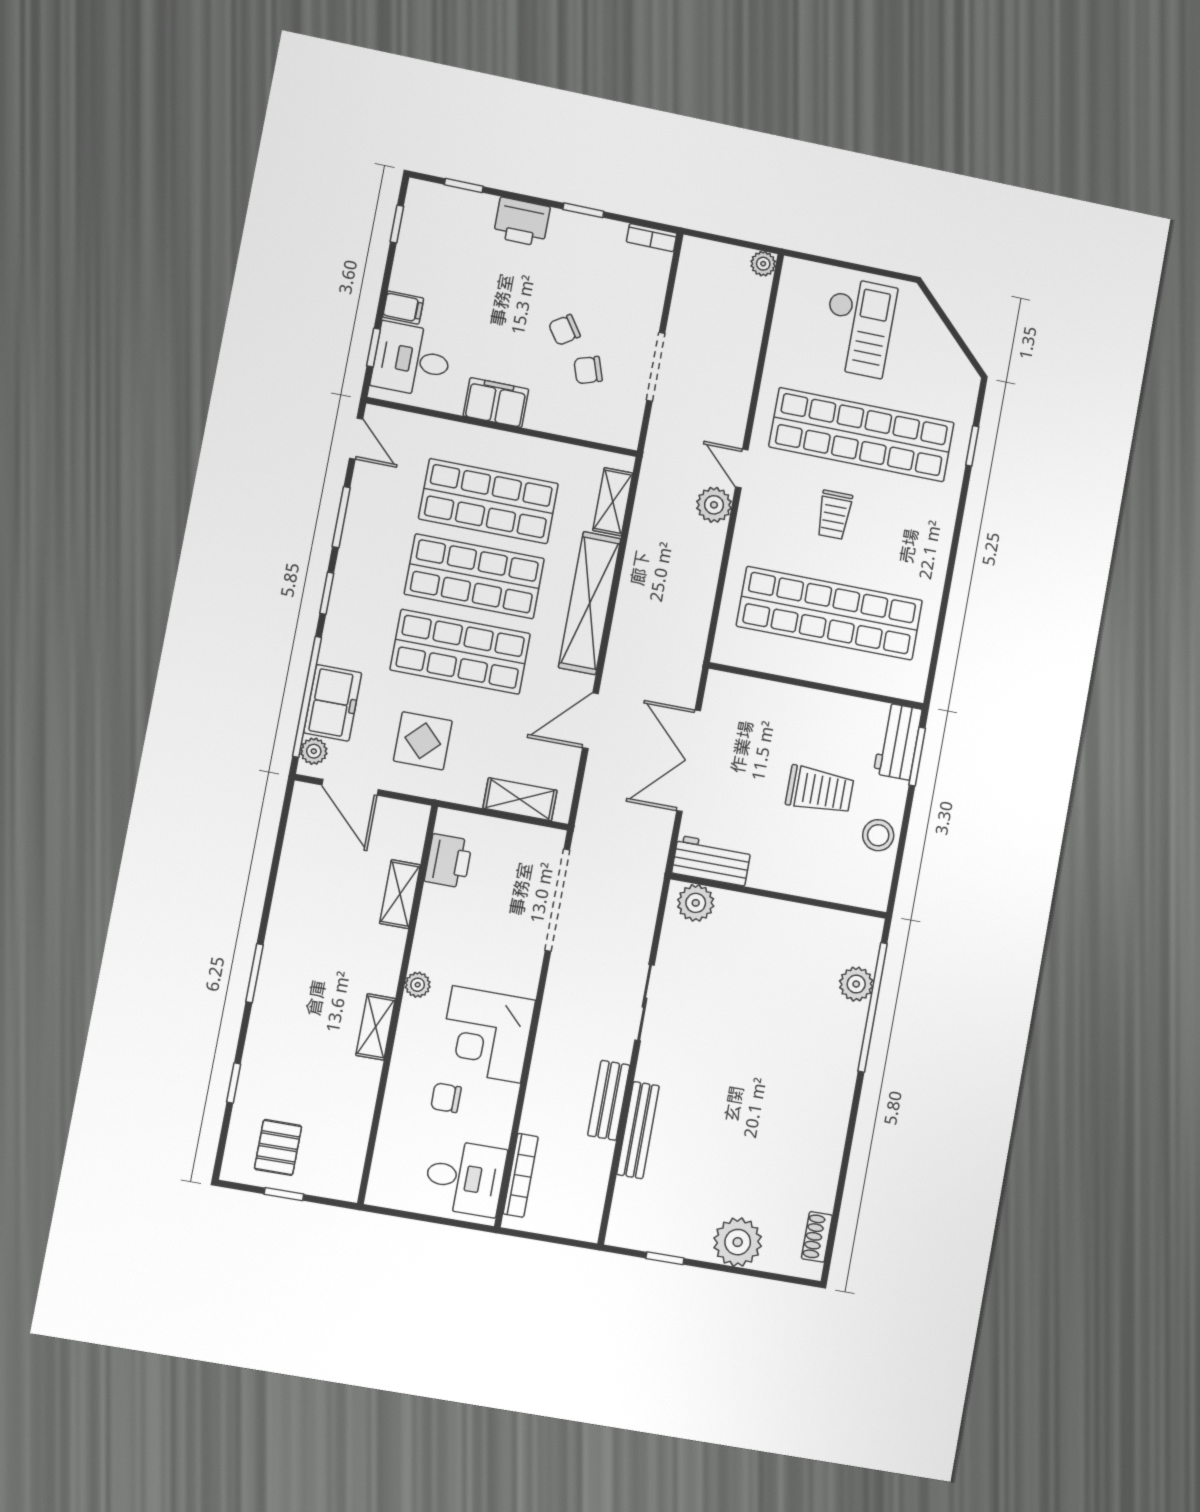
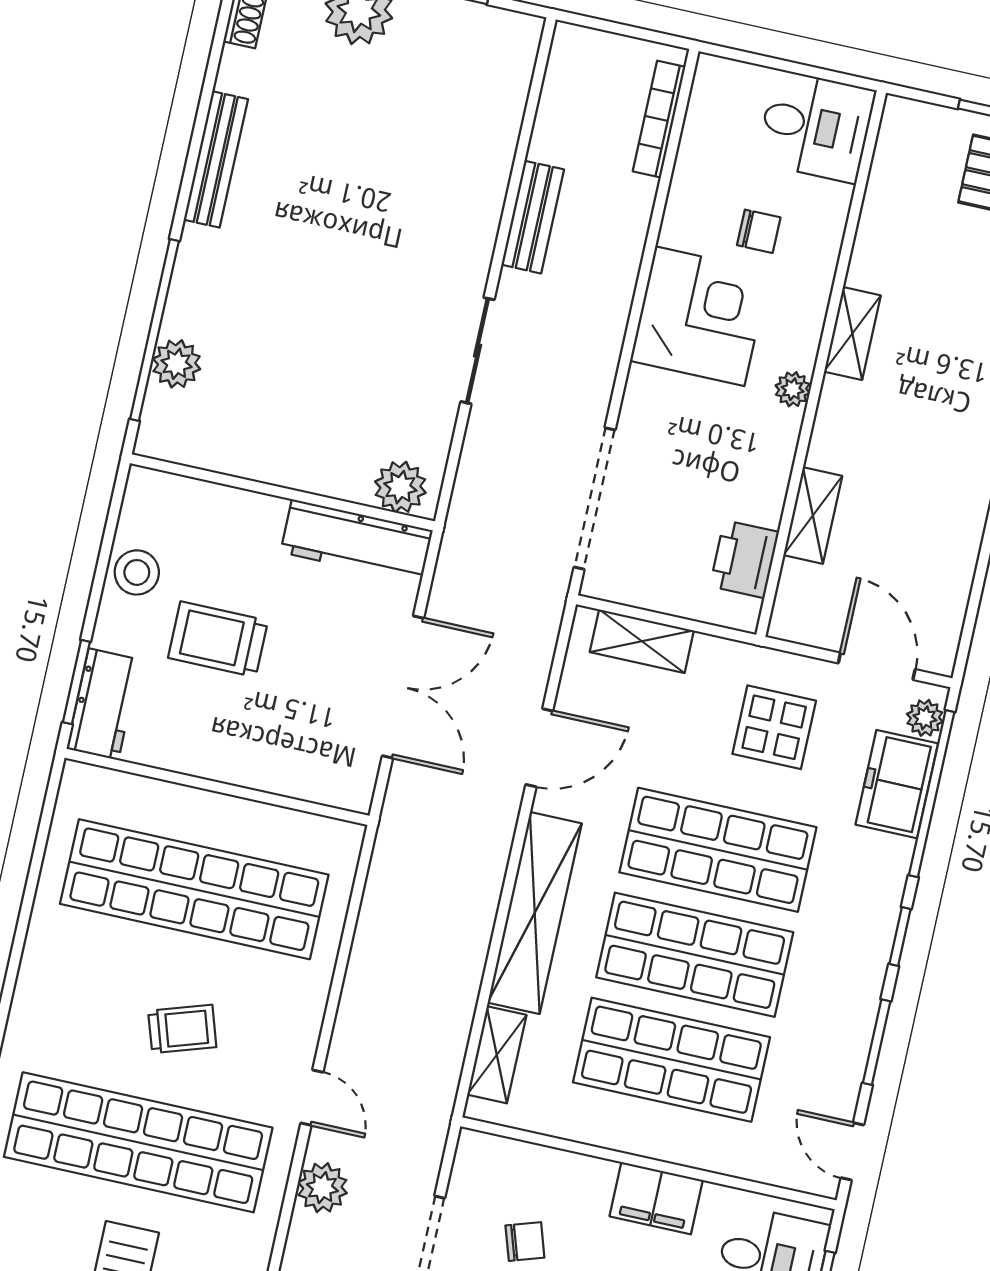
plant: (714, 505) -> (322, 1188), moved
trolley: (834, 515) -> (182, 1029), turned 72
workbench: (711, 861) -> (357, 541), width x1.38
bench: (638, 1130) -> (216, 159), moved
desk: (465, 1178) -> (816, 126), moved, turned 180

